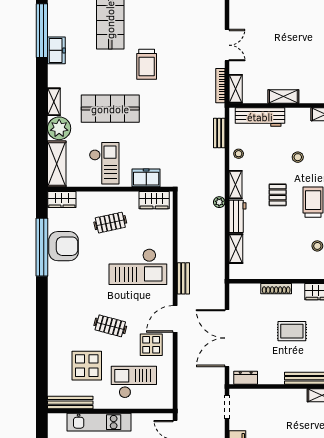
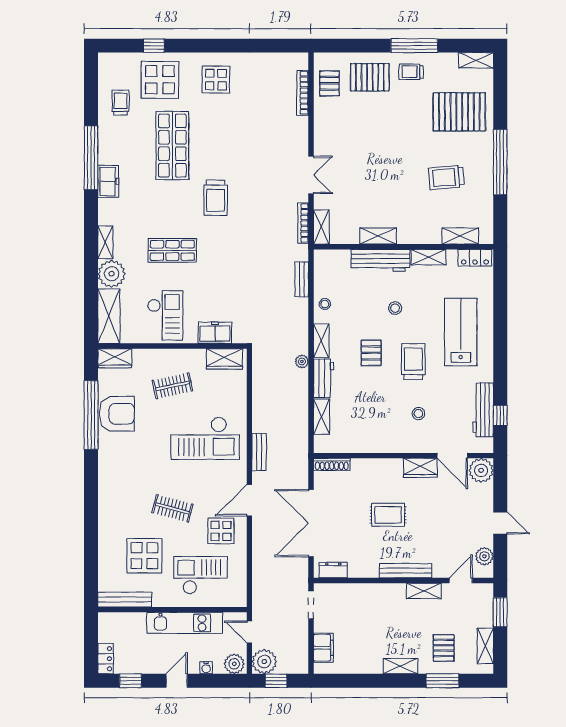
shop shelf: (110, 109) -> (172, 250), width x0.70, depth x0.74
workbench: (260, 117) -> (380, 260), moved
shoe rack: (276, 289) -> (332, 464), moved
kitchen unit: (99, 422) -> (185, 623), moved

